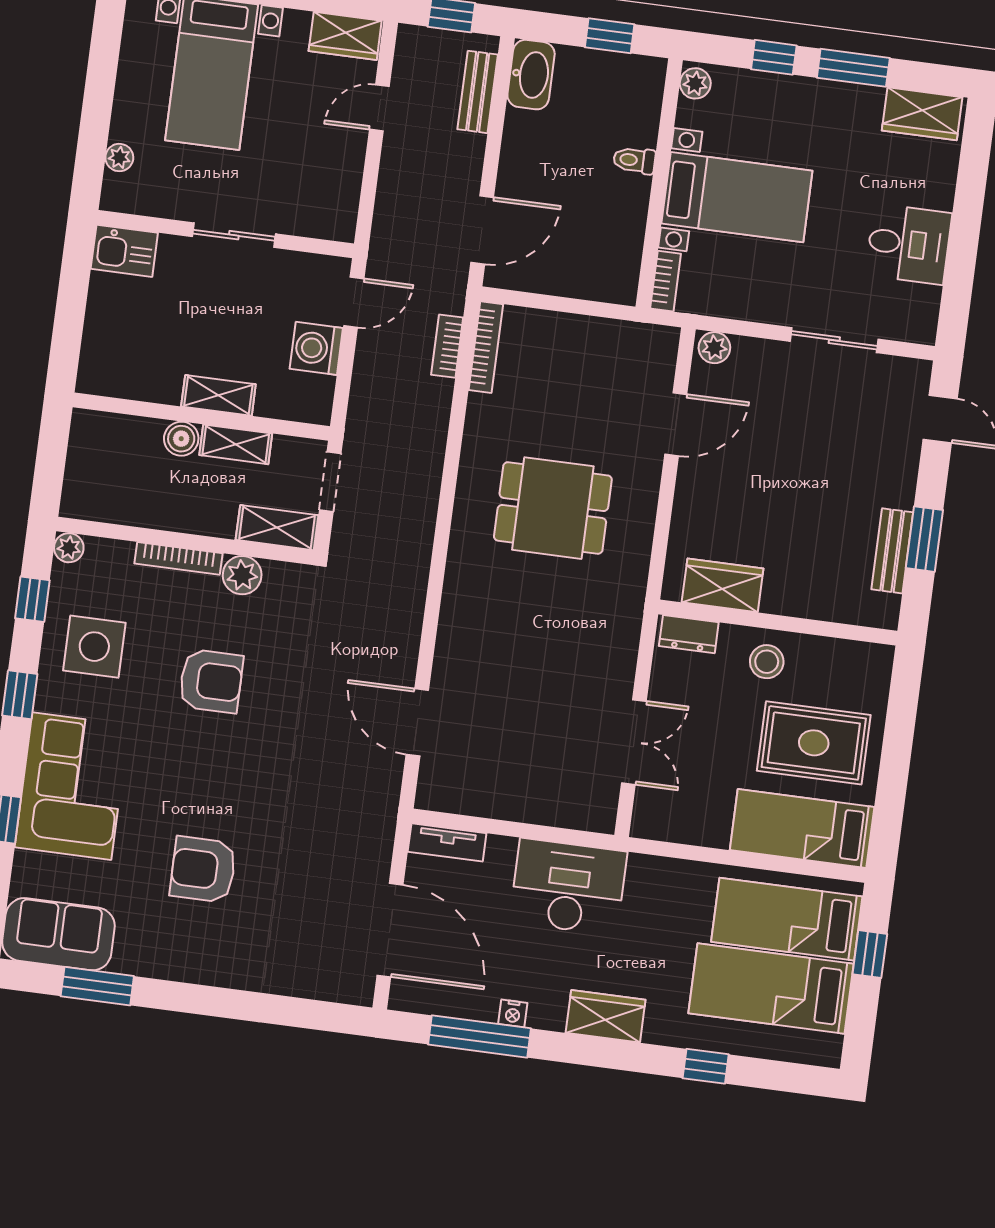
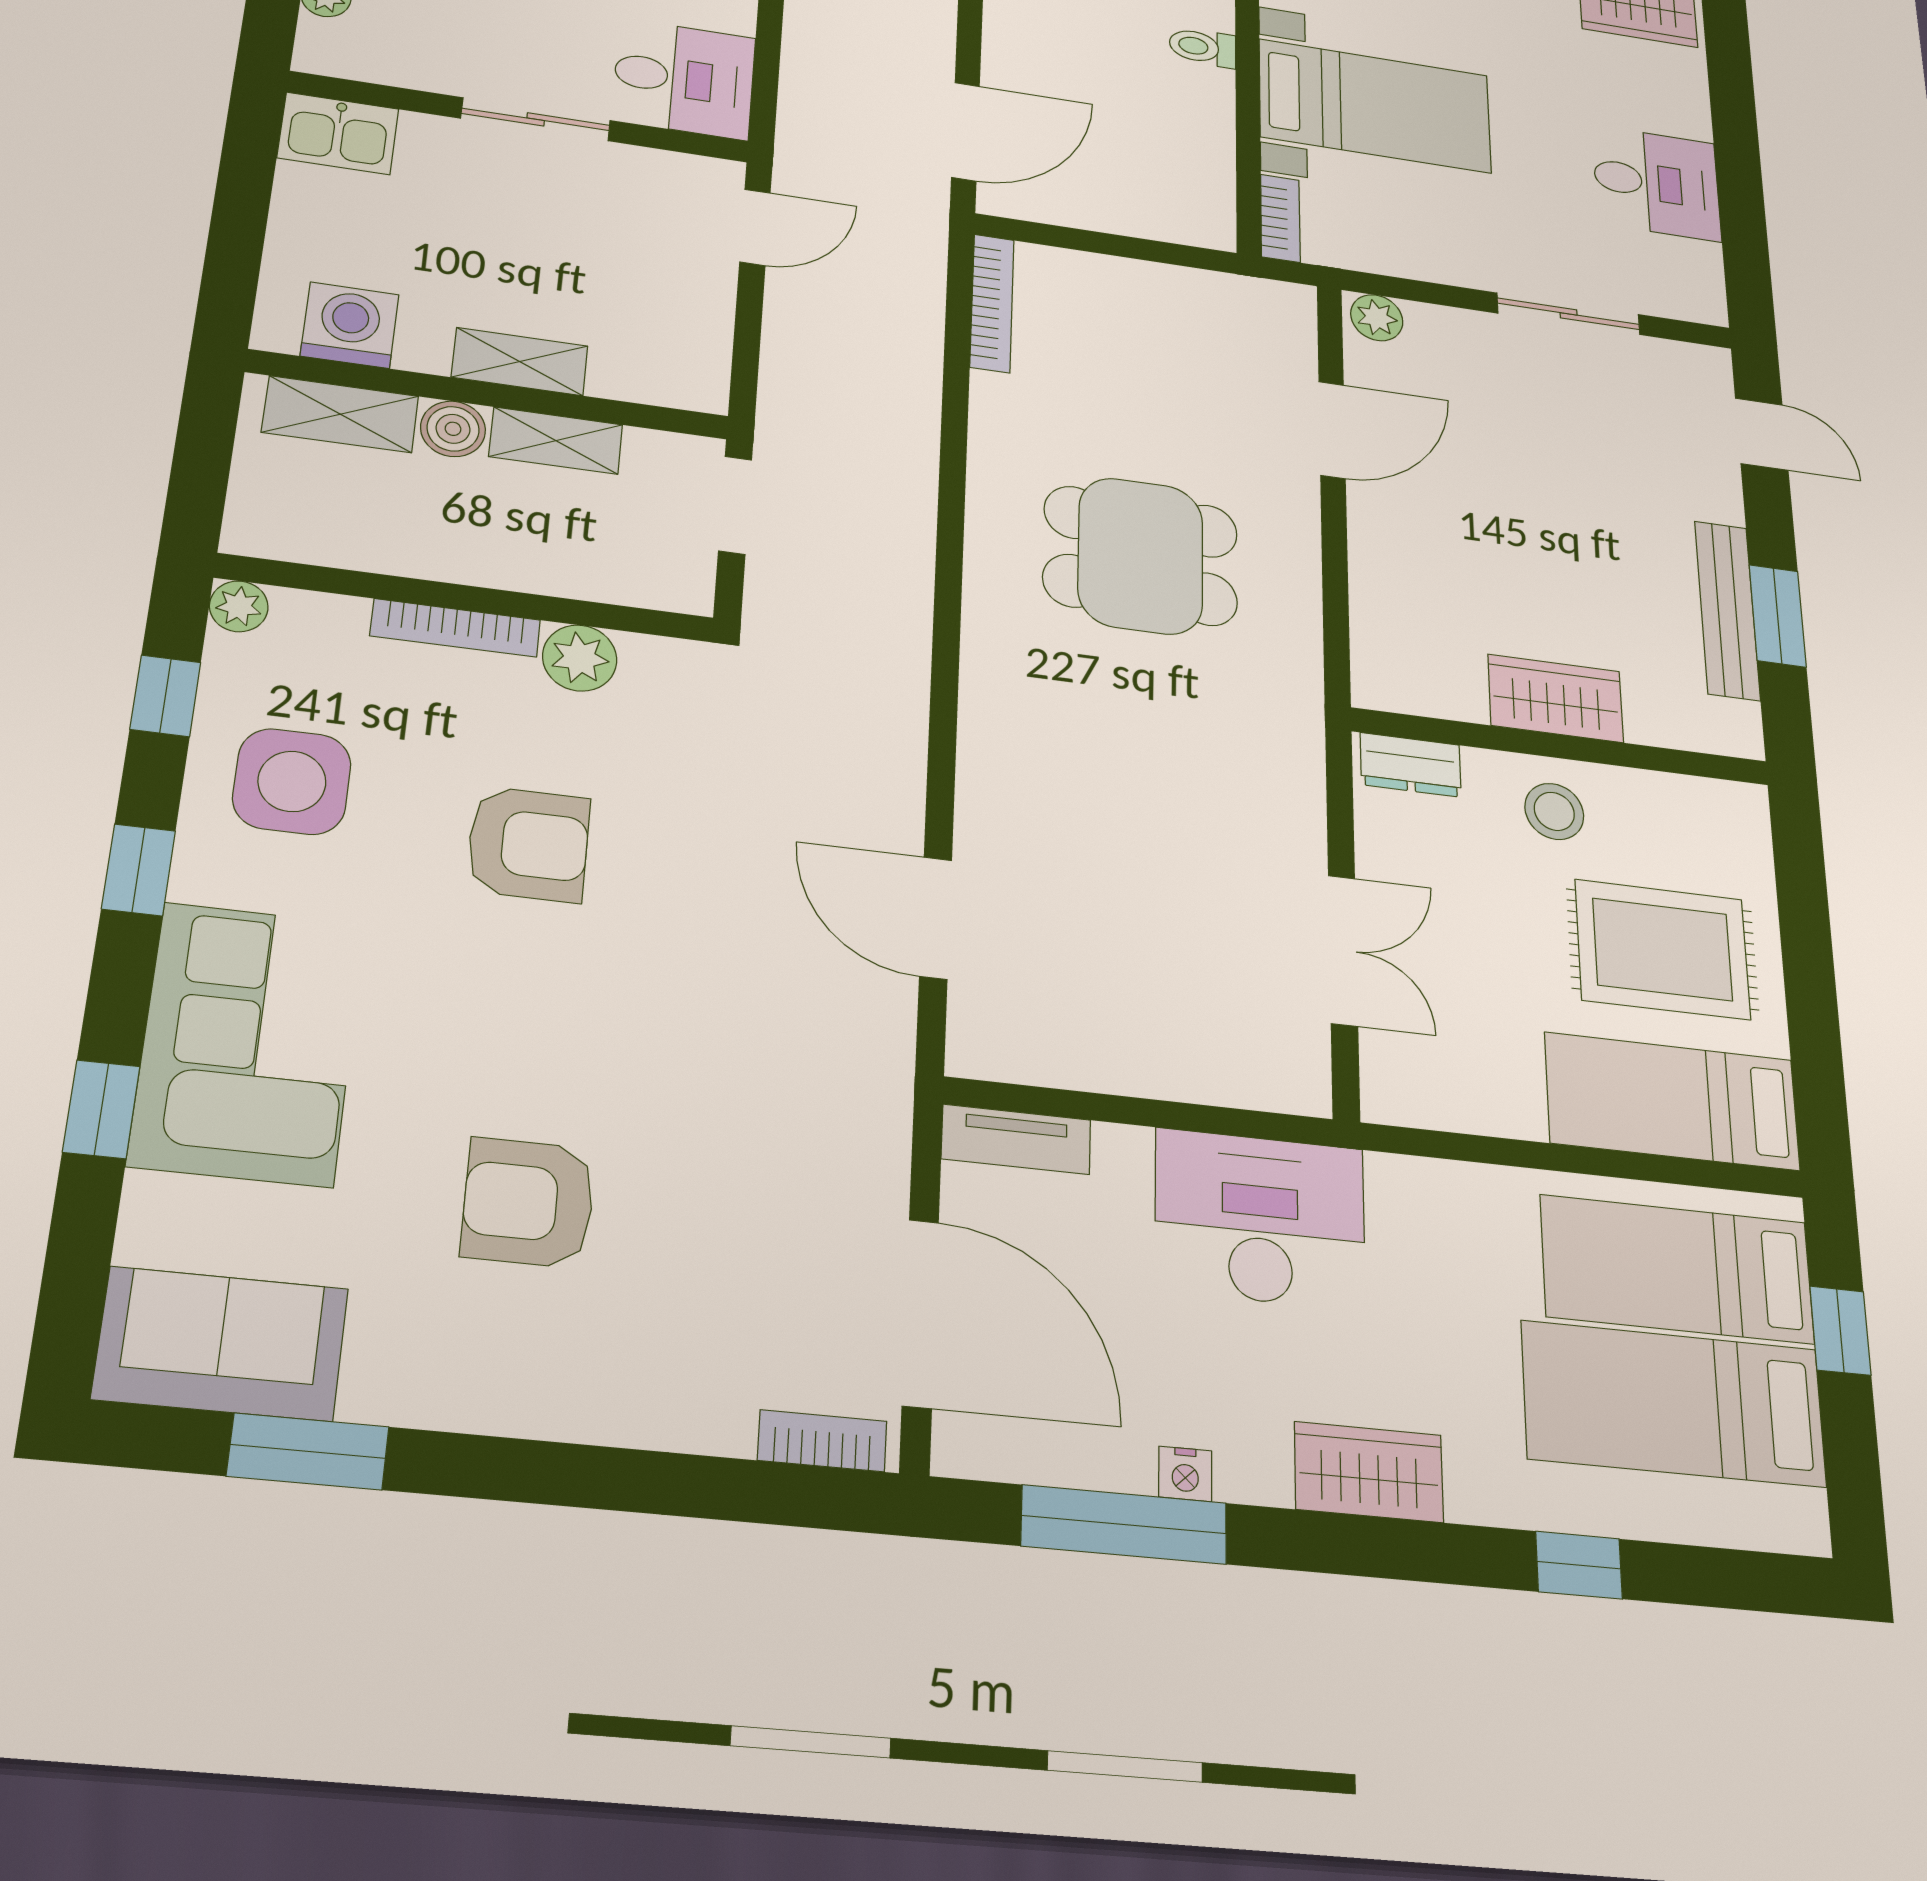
desk: (320, 202) -> (684, 79), added
bookcase: (447, 346) -> (822, 1441), moved, turned 90
washing machine: (316, 348) -> (350, 325), moved, turned 90
shelving: (277, 528) -> (340, 414), moved
bench: (892, 551) -> (1727, 610), width x1.36
wardrobe: (723, 585) -> (1556, 698), moved

